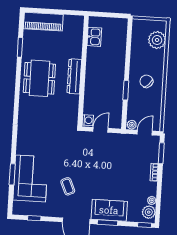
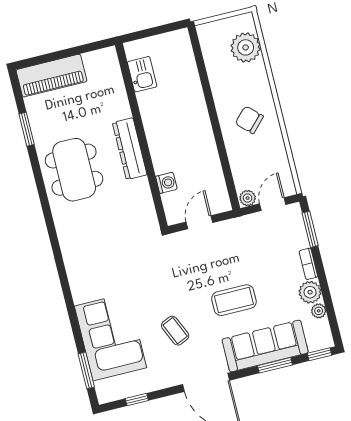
window: (126, 90) -> (221, 145), removed
washing machine: (88, 120) -> (166, 183), moved
window: (12, 174) -> (86, 370), moved
coffee table: (106, 180) -> (234, 300), added
sofa: (109, 210) -> (265, 346), width x1.36
plant: (149, 212) -> (310, 292), moved
window: (107, 223) -> (275, 365), moved

